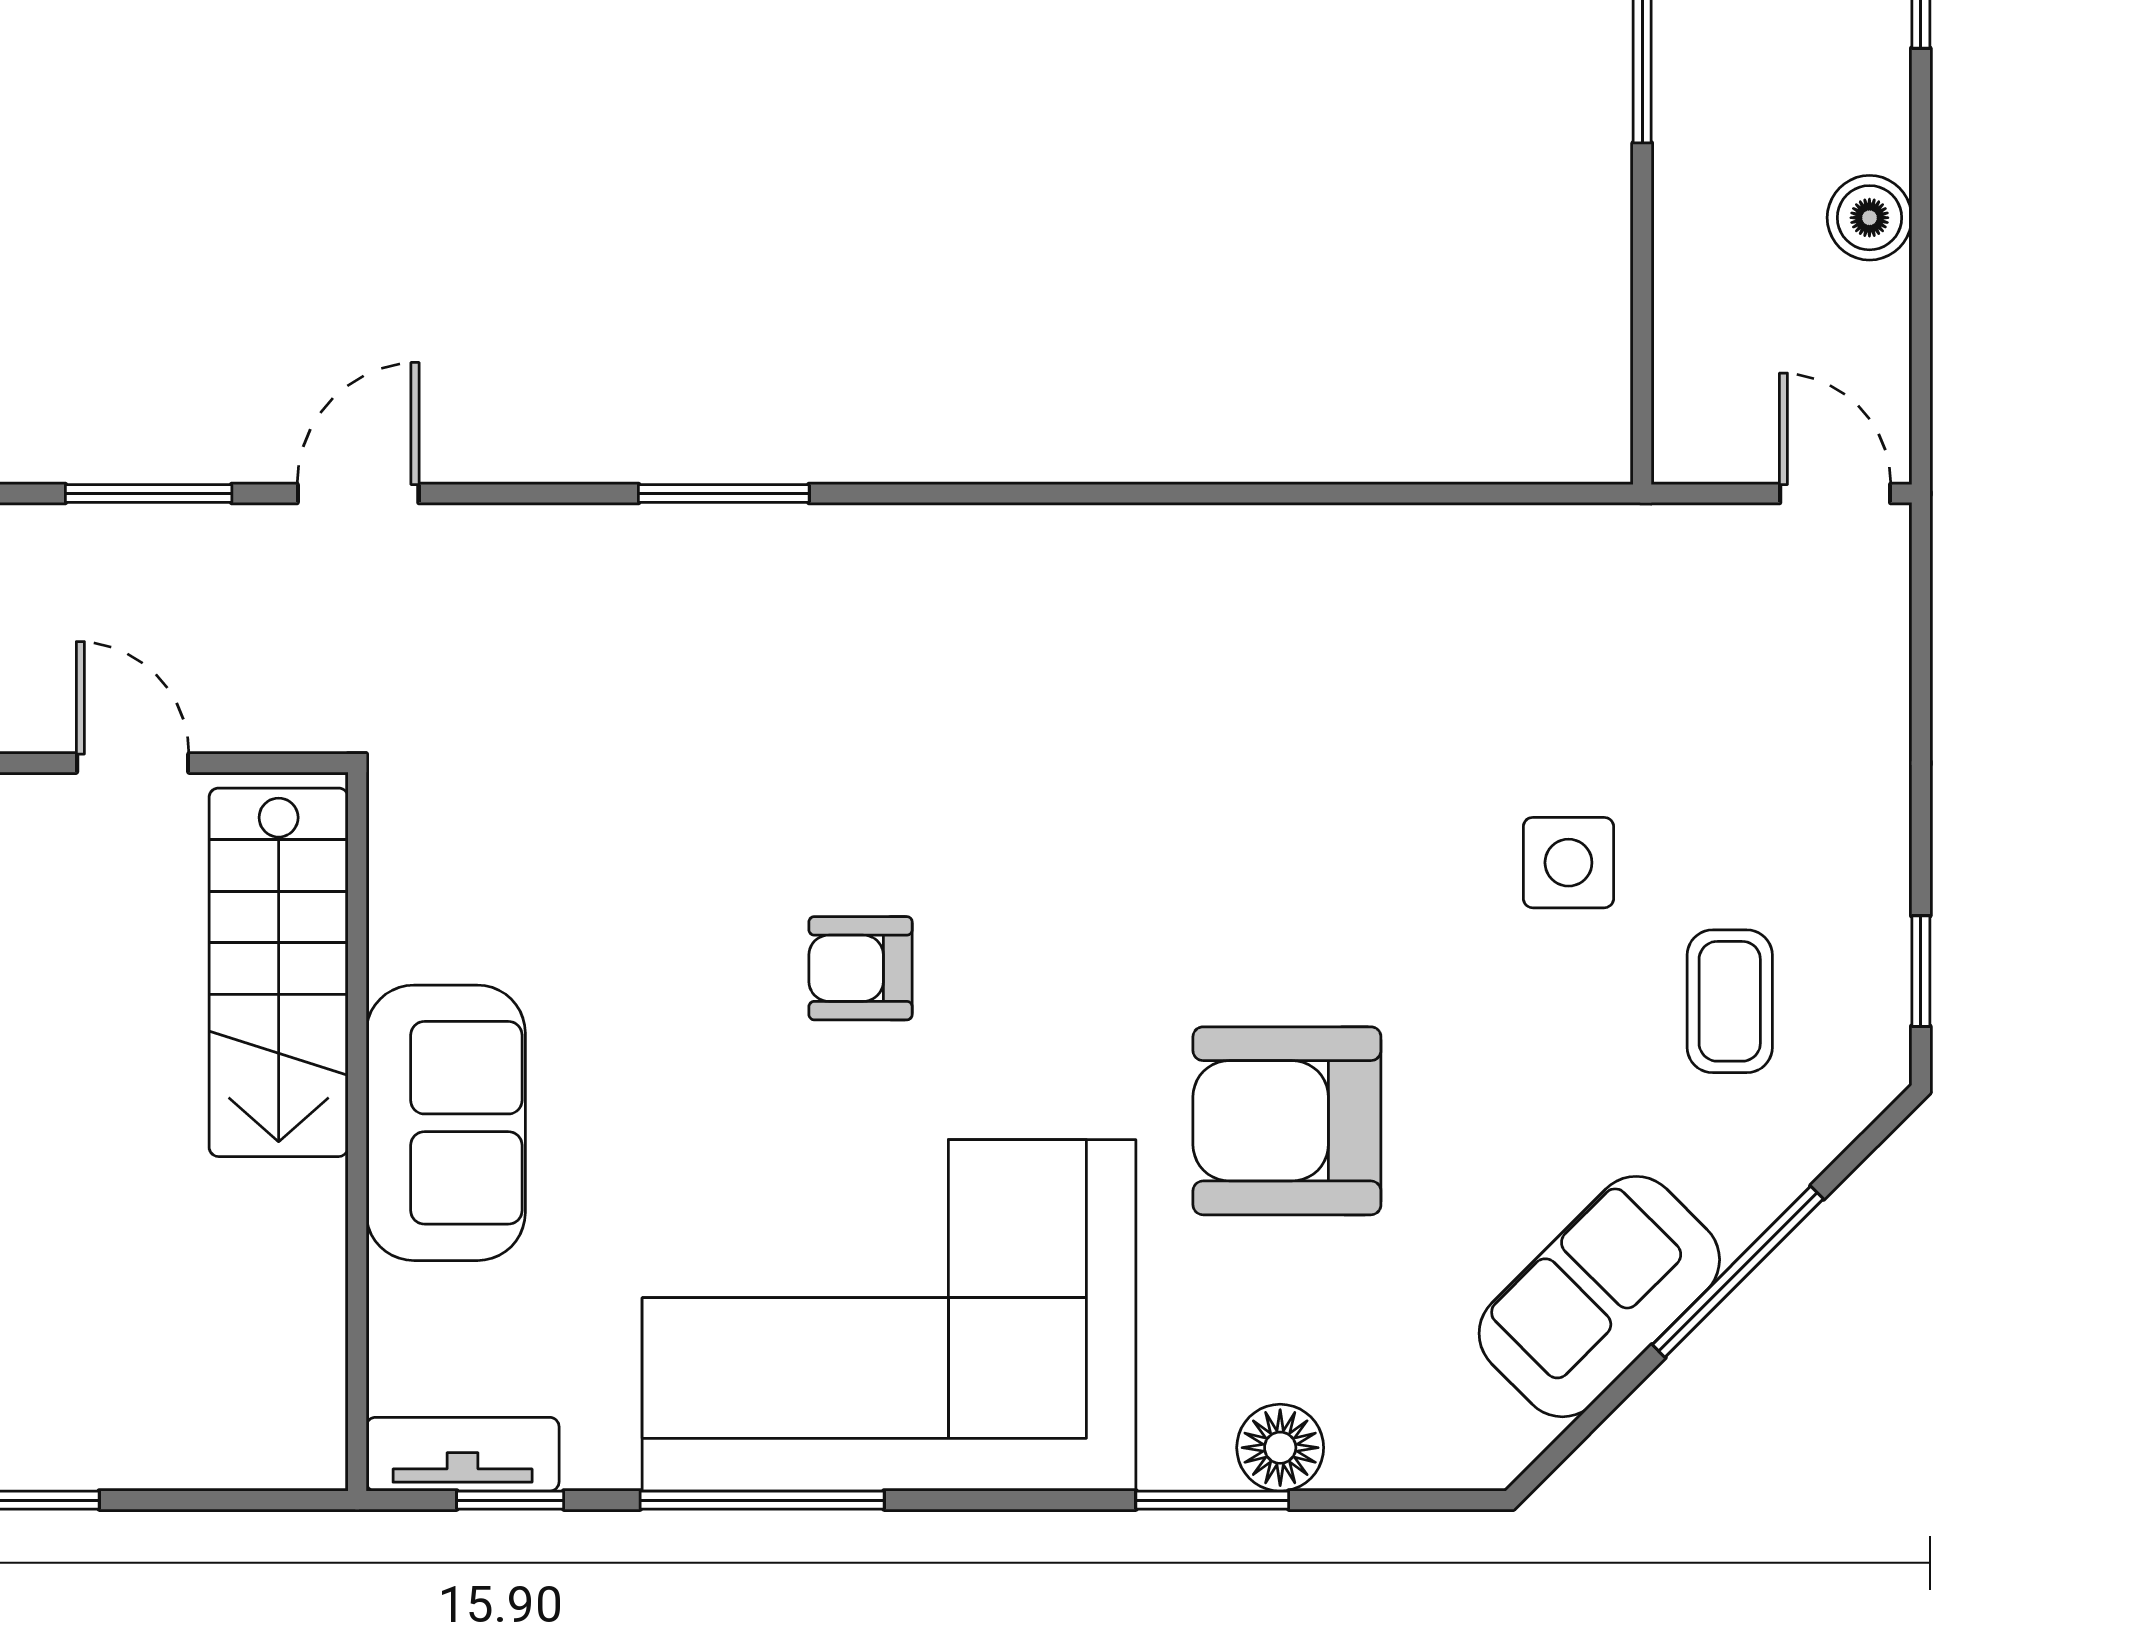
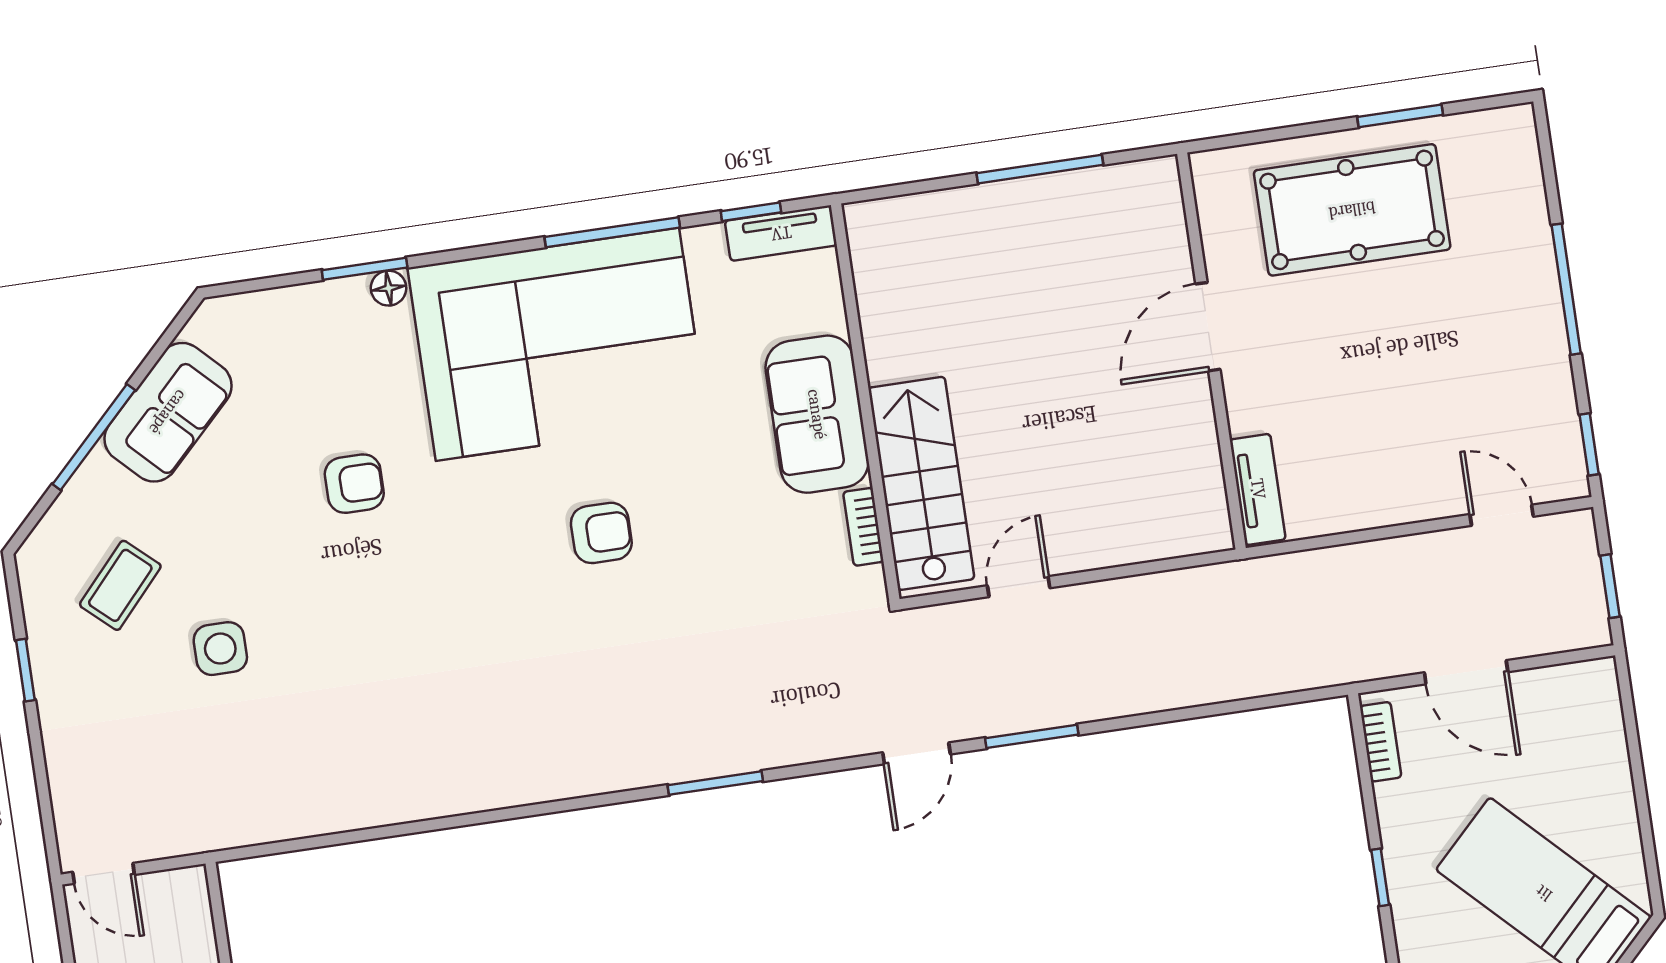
door: (133, 763) -> (1019, 587), swing flipped
bookcase: (393, 910) -> (863, 527), added
window: (1921, 971) -> (25, 670), moved
coffee table: (1730, 1001) -> (120, 585), turned 42
armchair: (1287, 1121) -> (354, 484), width x0.53, depth x0.53
floor lamp: (1280, 1448) -> (389, 288), moved, width x0.73, depth x0.73

